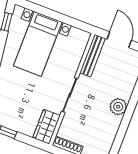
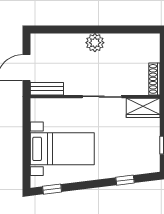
bench: (92, 56) -> (47, 89), width x0.73

